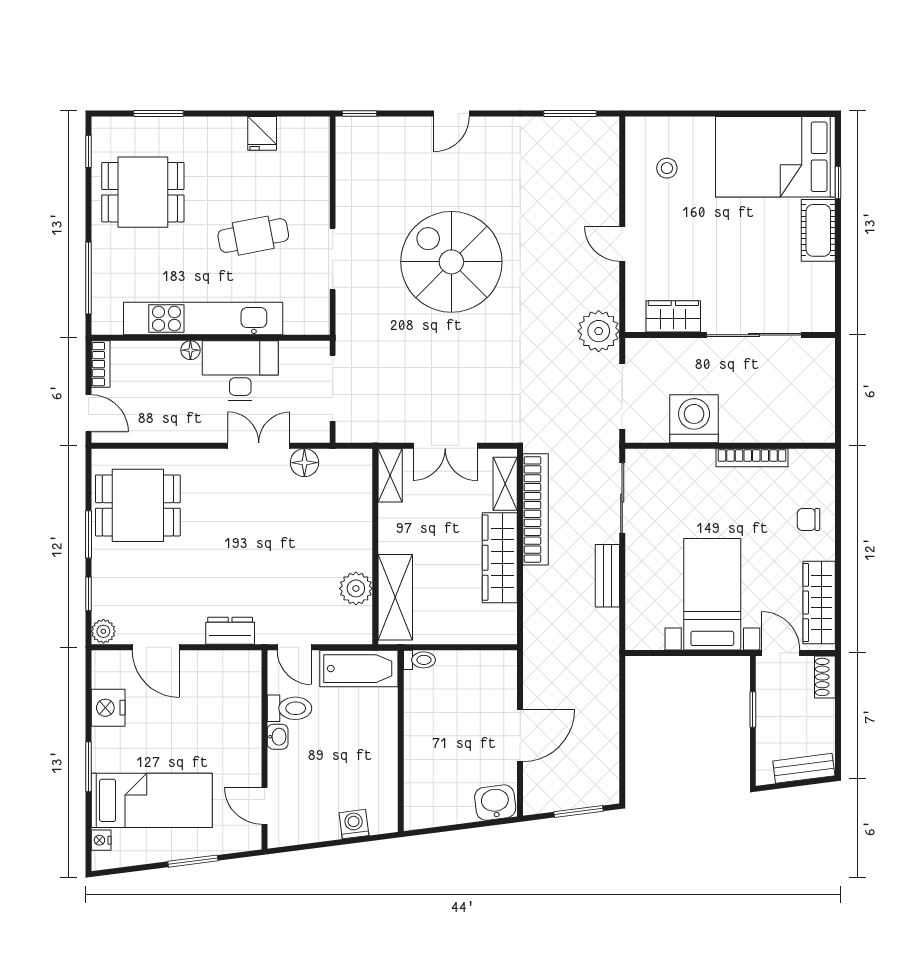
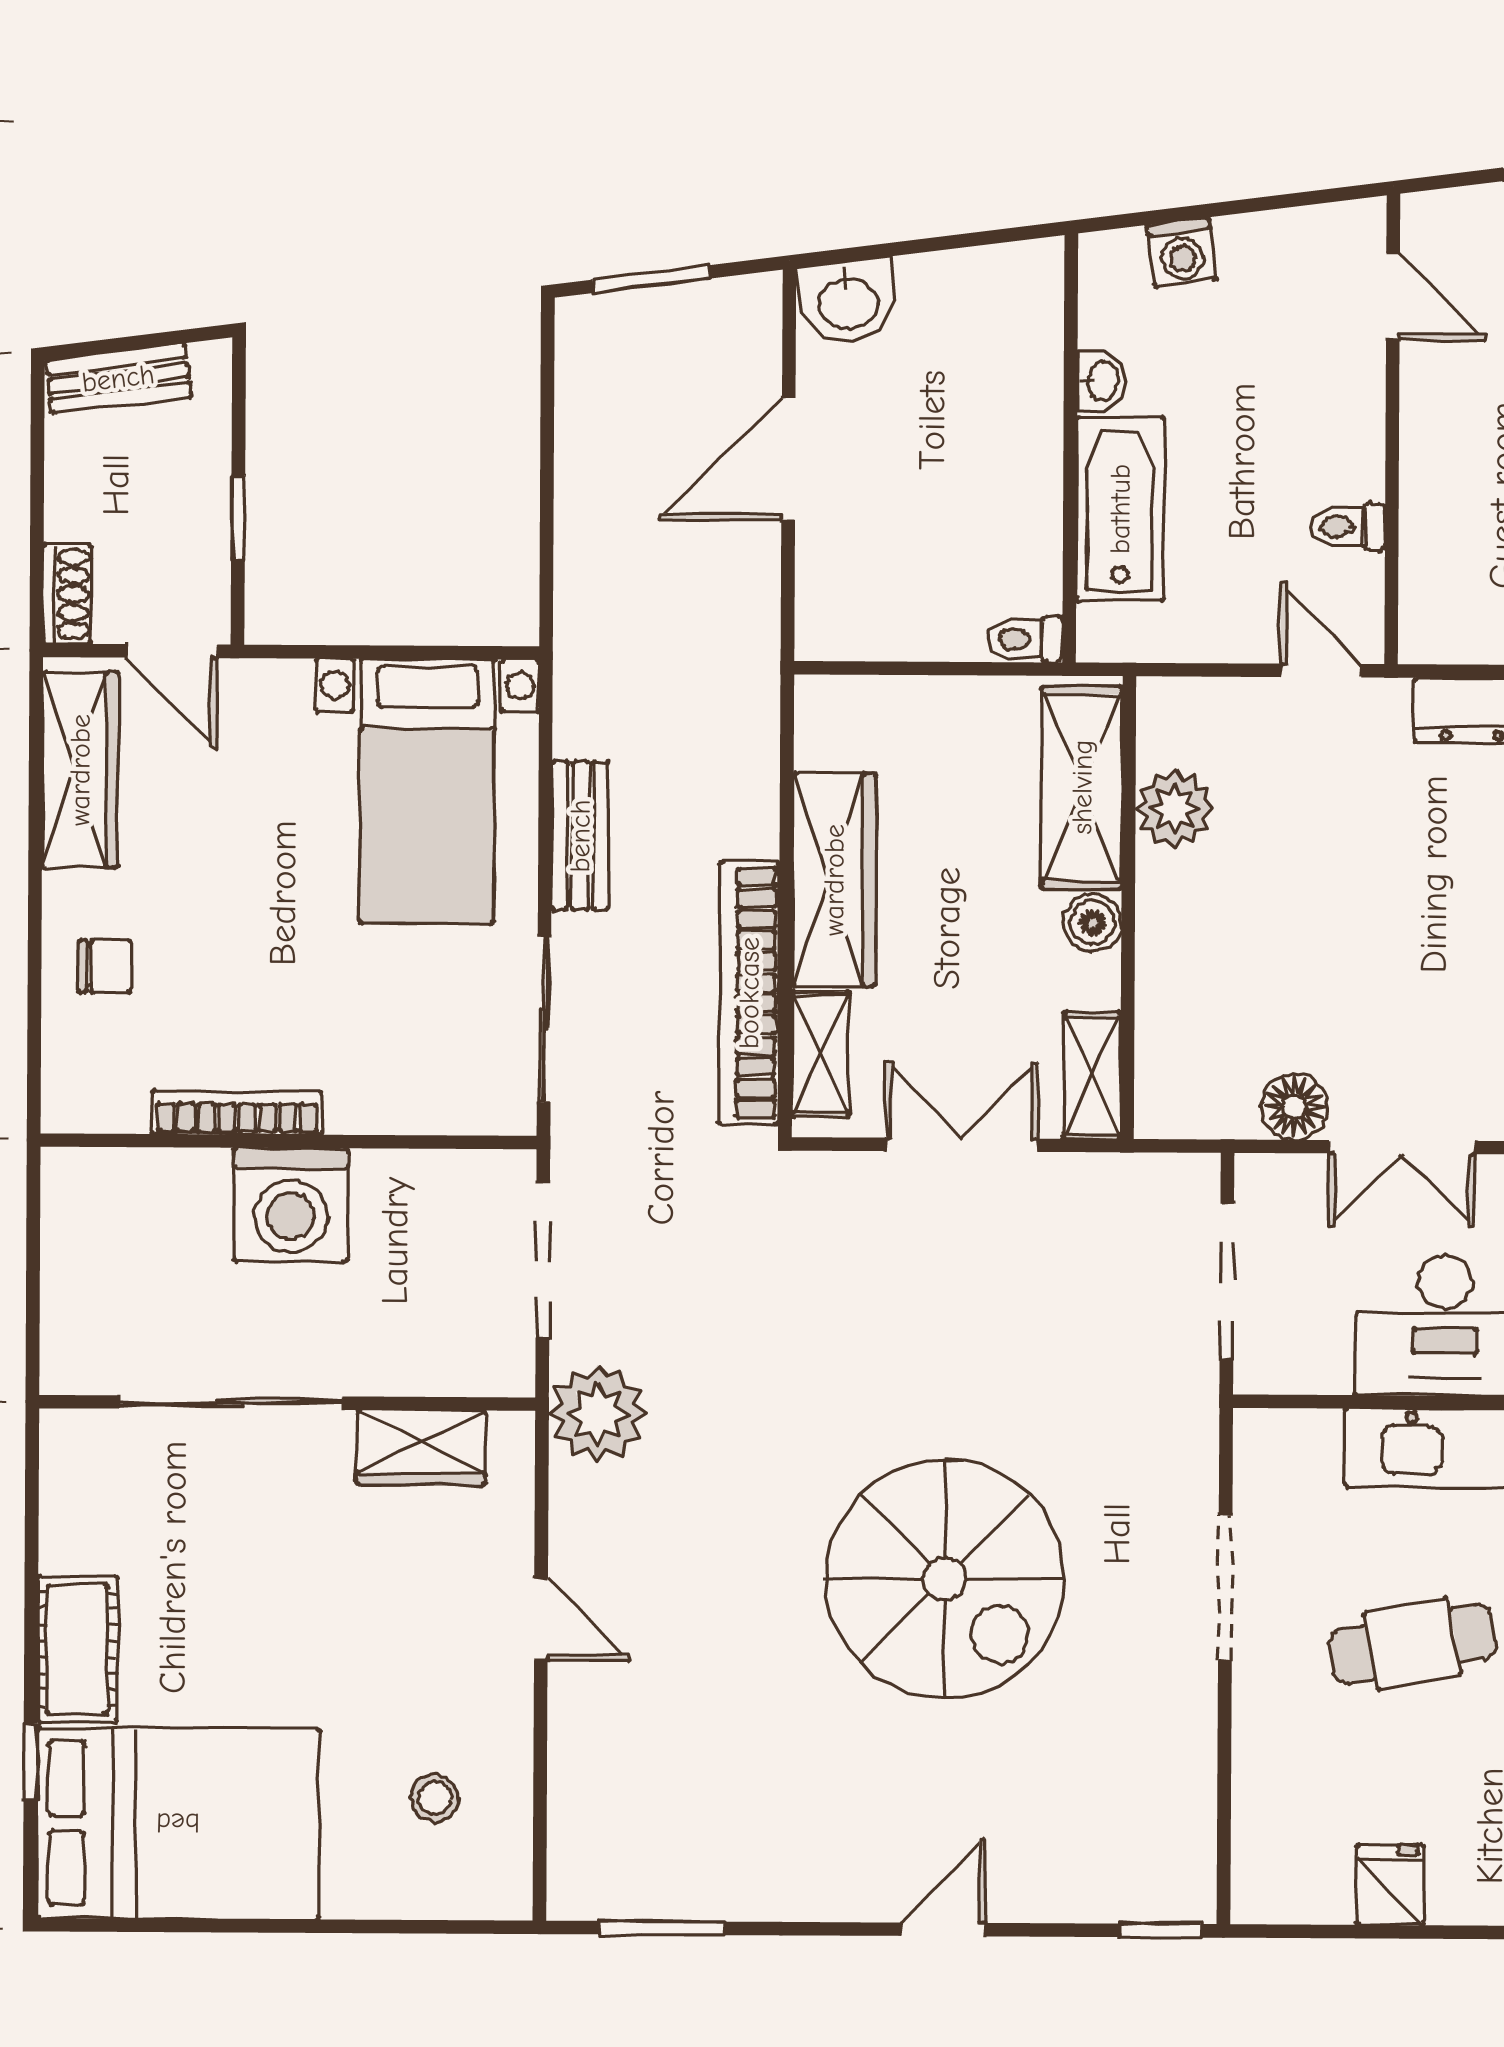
washing machine: (694, 419) -> (291, 1205), moved
boiler: (390, 540) -> (1093, 923), added
bed with nightstands: (712, 594) -> (427, 791), moved
bathtub: (359, 669) -> (1120, 509), moved, turned 90
toilet: (289, 708) -> (1347, 527), width x0.73, depth x0.72
washbasin: (278, 737) -> (1102, 381), moved, turned 180

